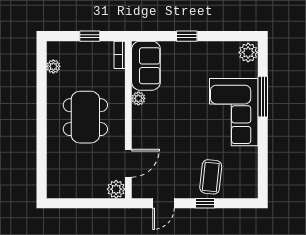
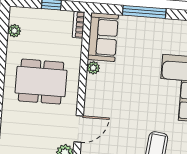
window: (187, 36) -> (144, 12), width x2.17
dining table: (85, 117) -> (41, 82), turned 90

